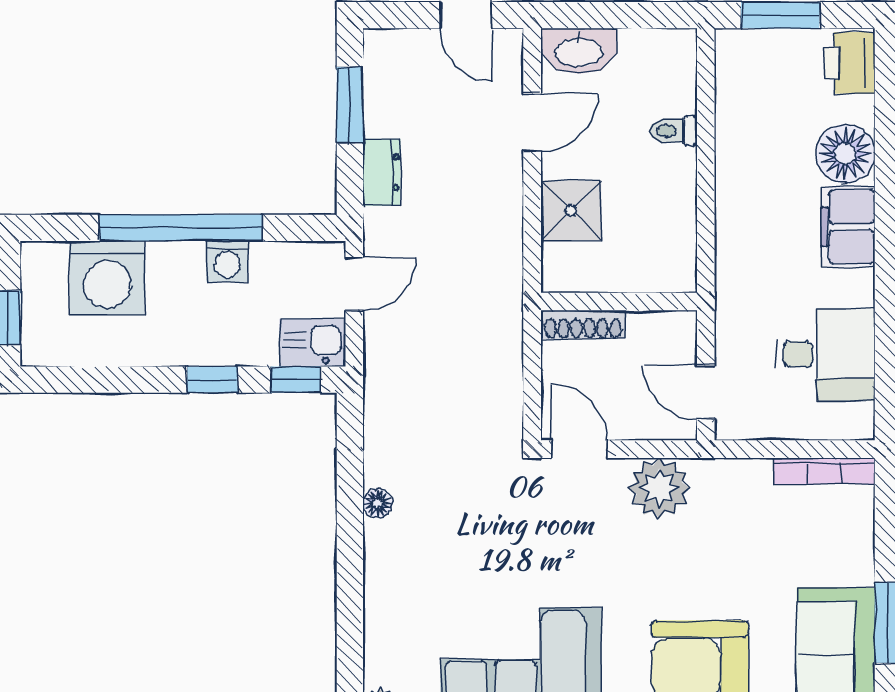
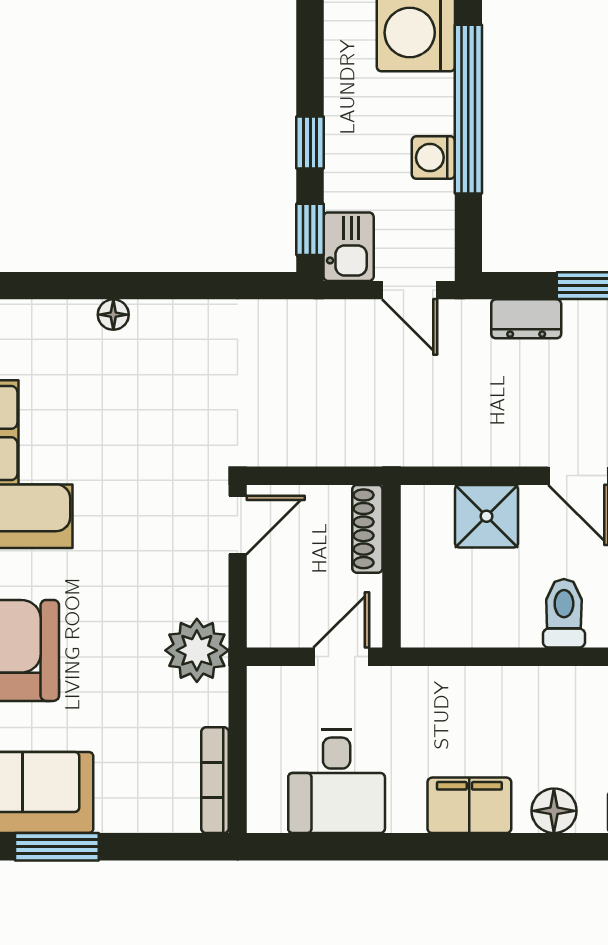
toilet: (673, 131) -> (564, 613), width x1.37, depth x1.39
floor lamp: (845, 154) -> (554, 811), width x0.73, depth x0.73
door: (706, 392) -> (341, 657), moved
plant: (659, 488) -> (197, 650), moved
floor lamp: (378, 503) -> (113, 315), moved

